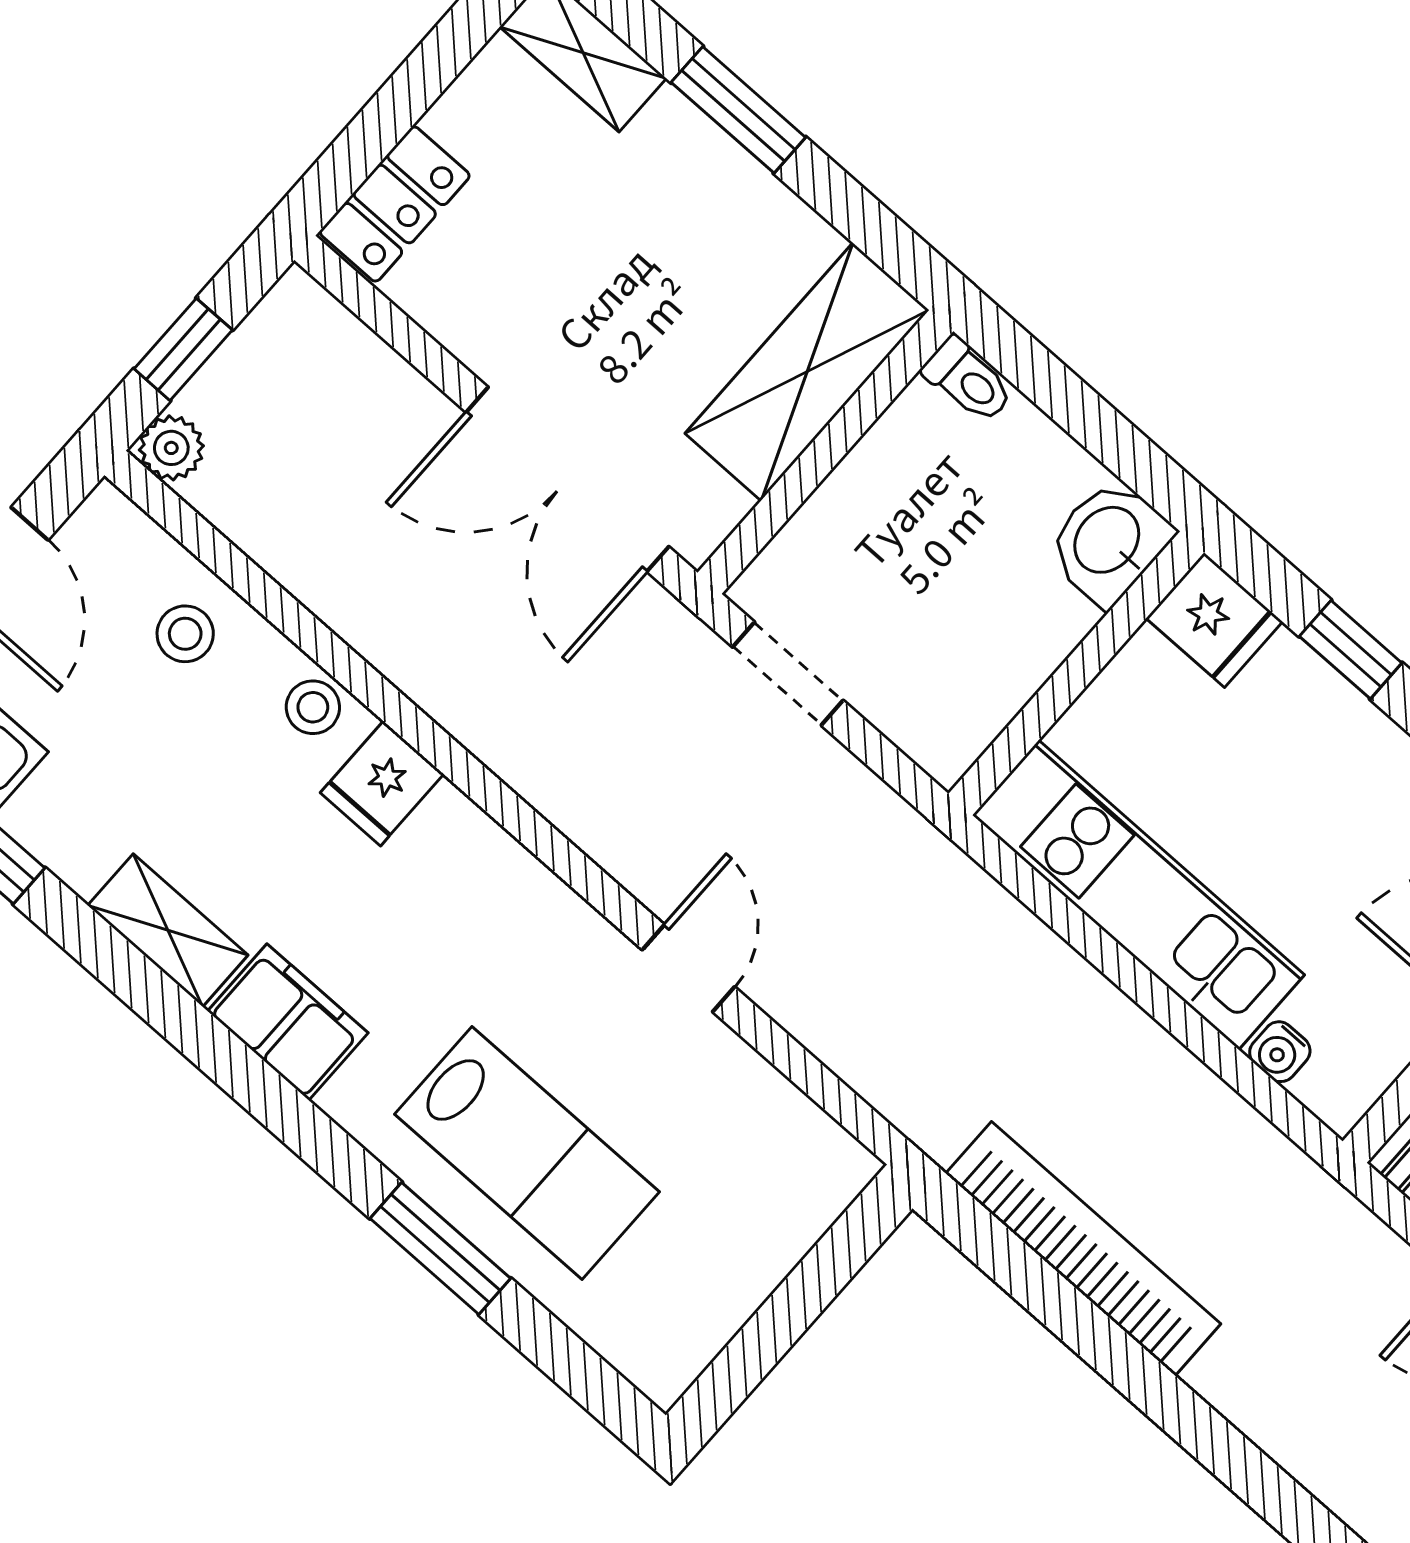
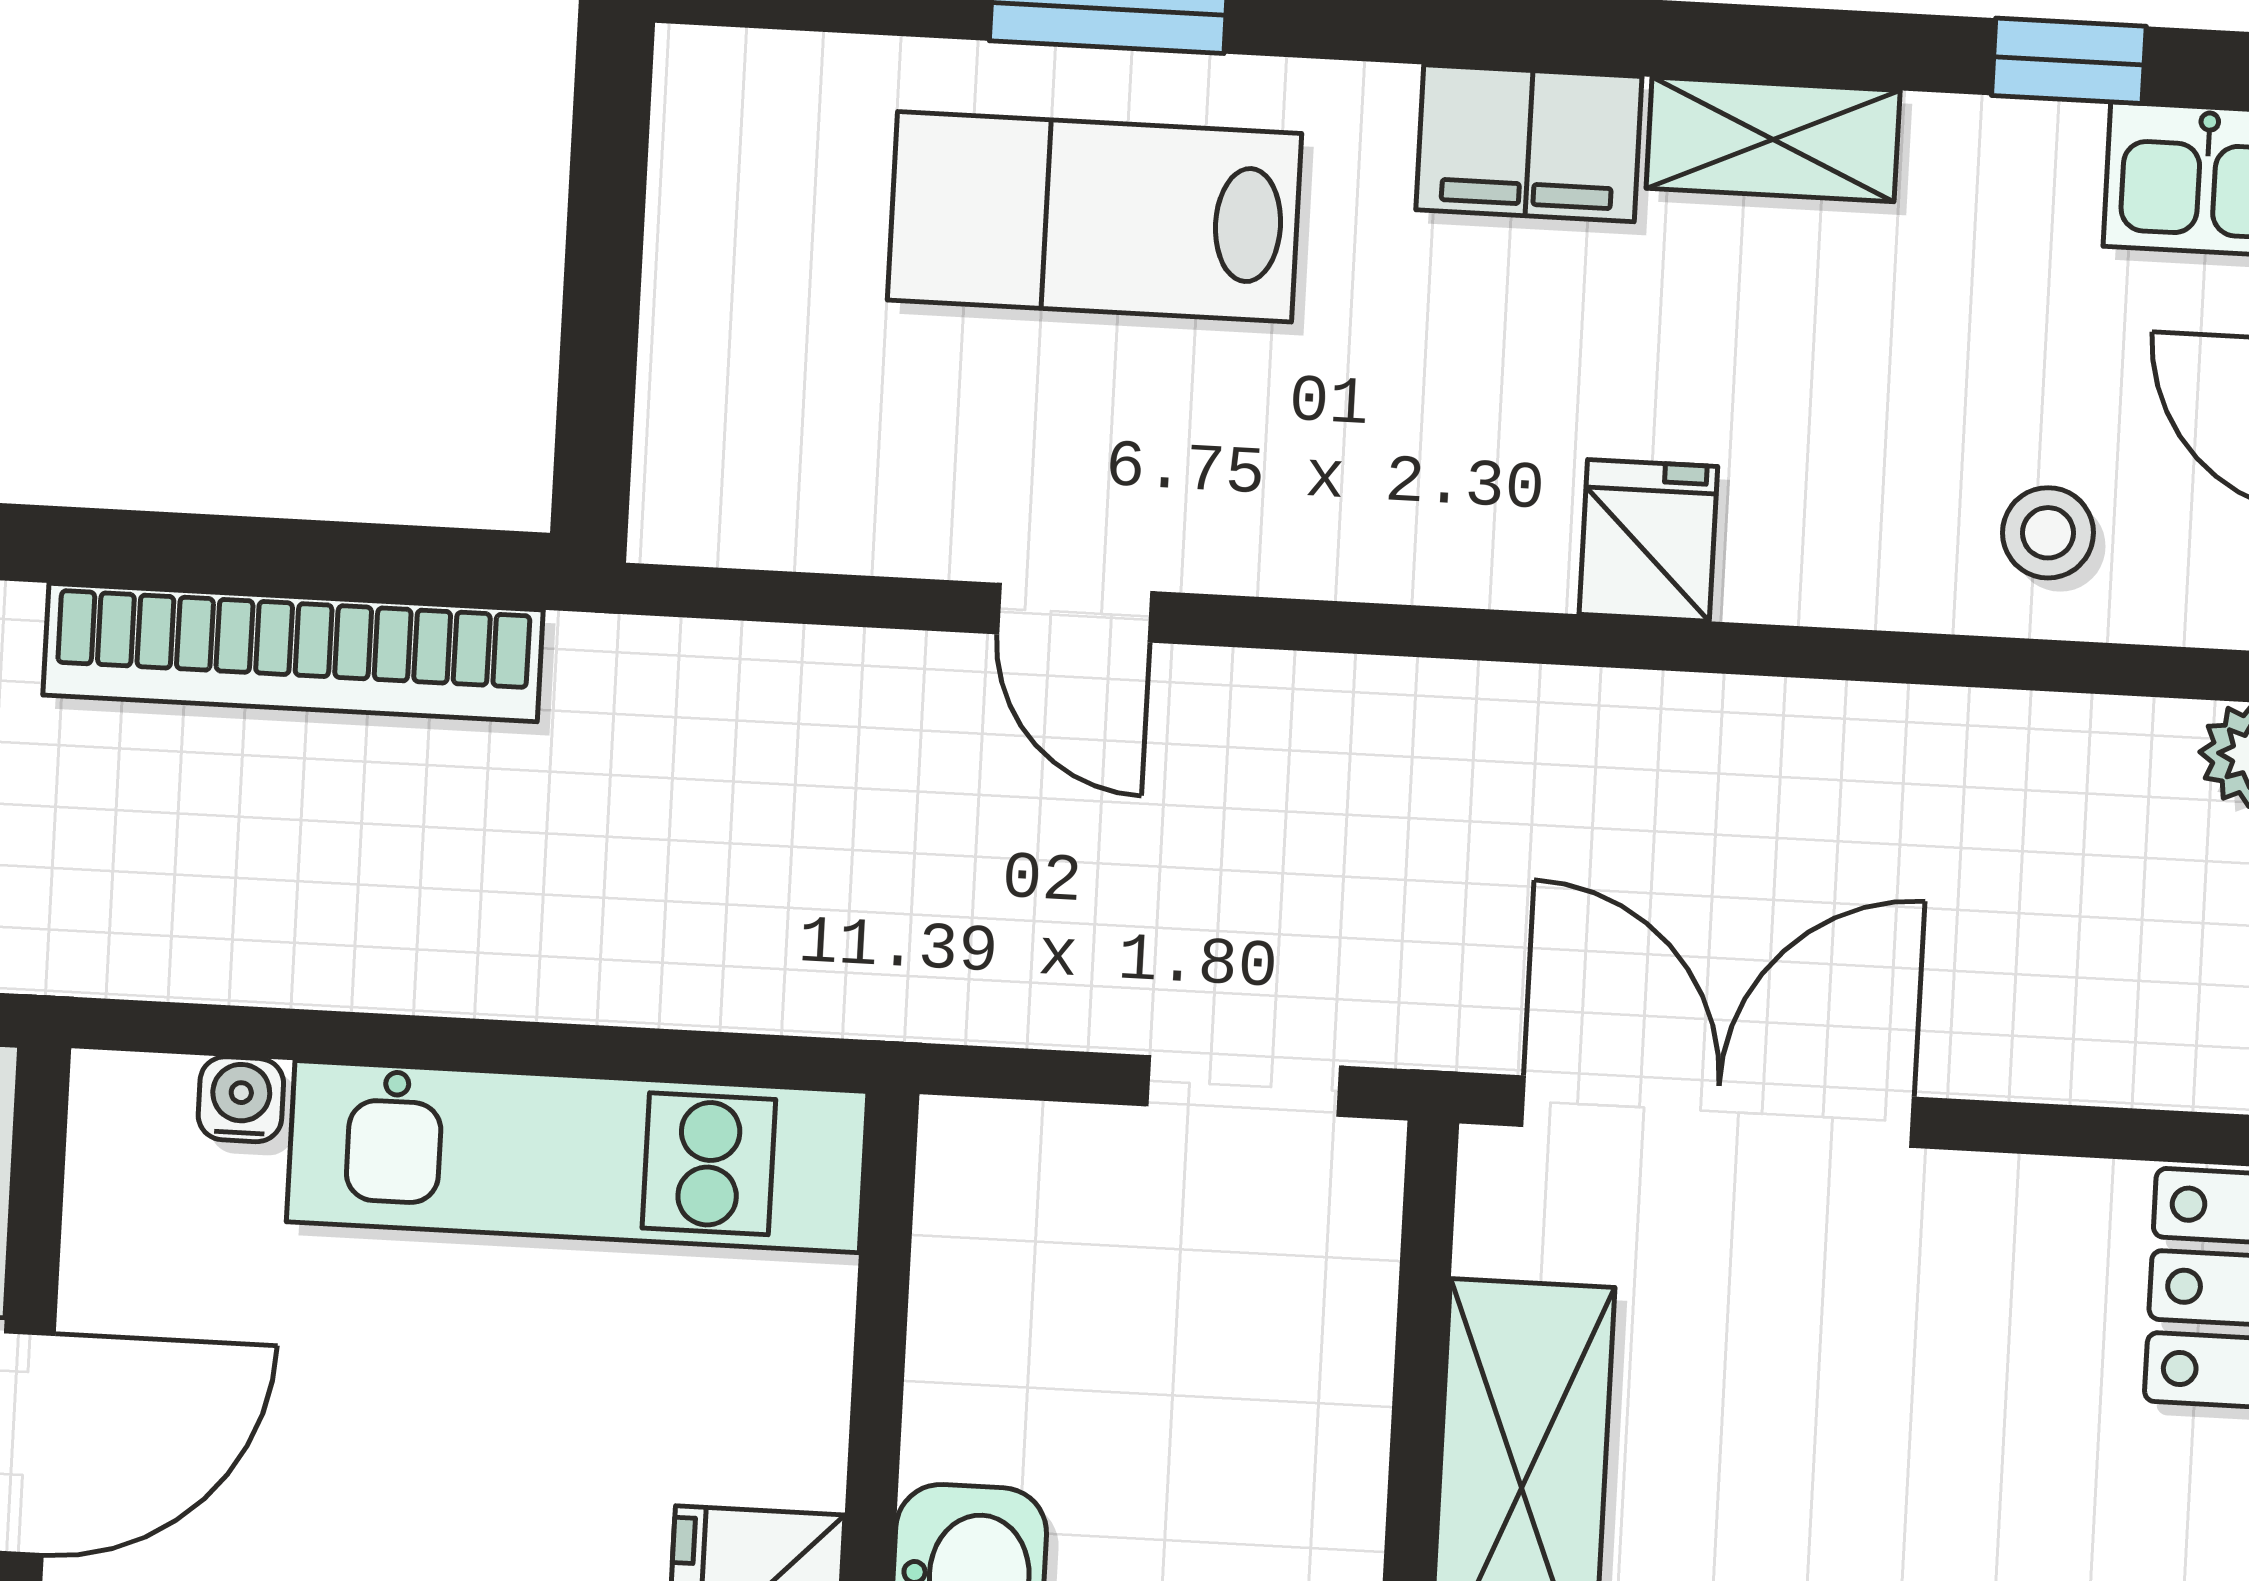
stool: (313, 707) -> (1812, 568), removed

